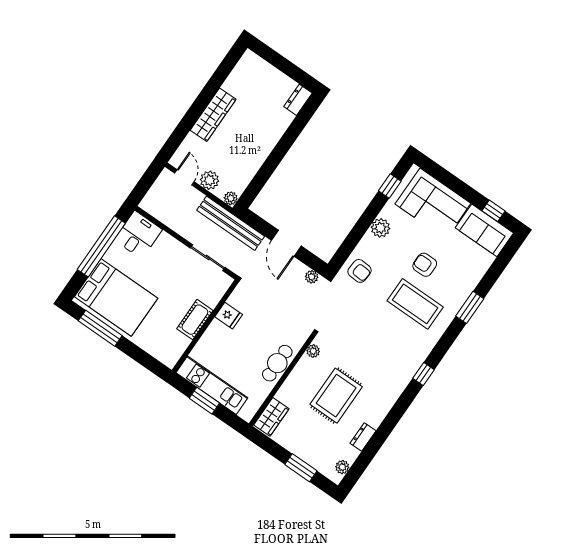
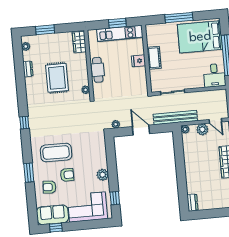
armchair: (359, 271) -> (49, 187), moved
fridge: (229, 316) -> (138, 61), moved
window: (100, 328) -> (179, 18), moved

